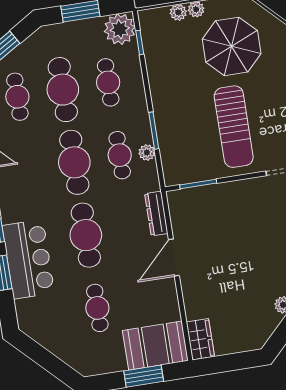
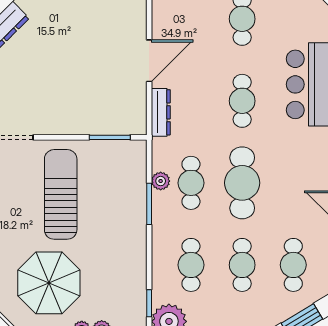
cafe table: (63, 90) -> (242, 265), width x0.73, depth x0.74
cafe table: (86, 235) -> (242, 101), width x0.73, depth x0.74

